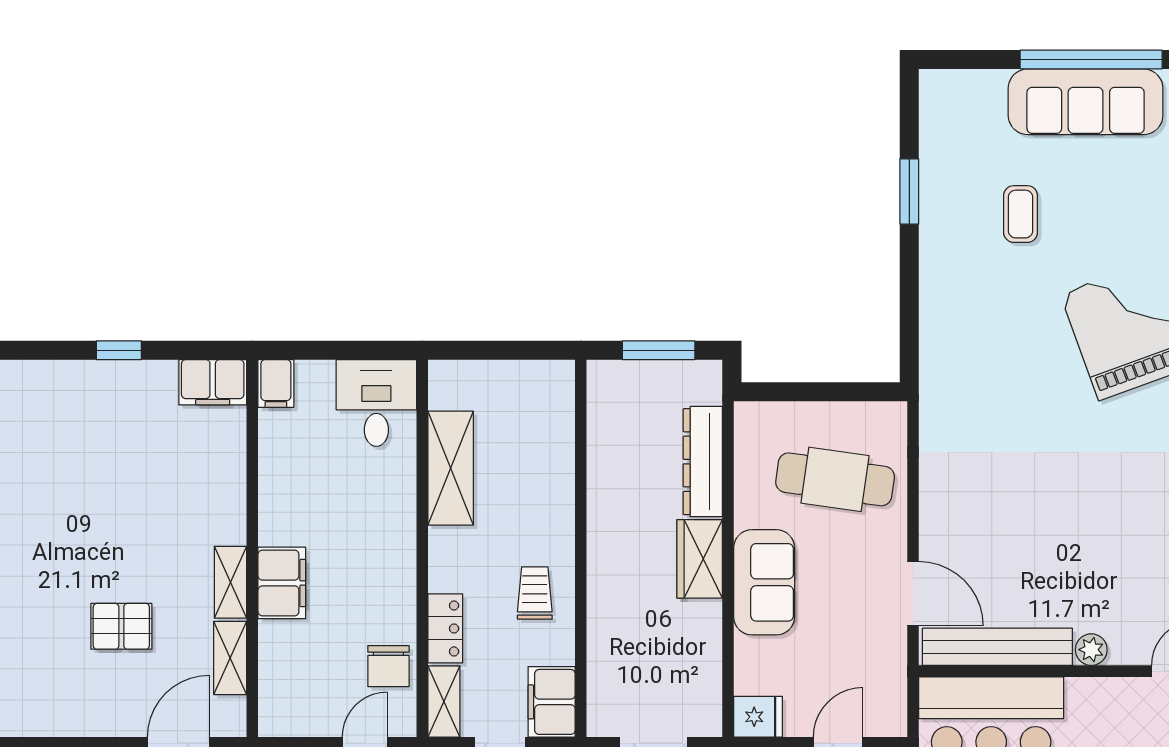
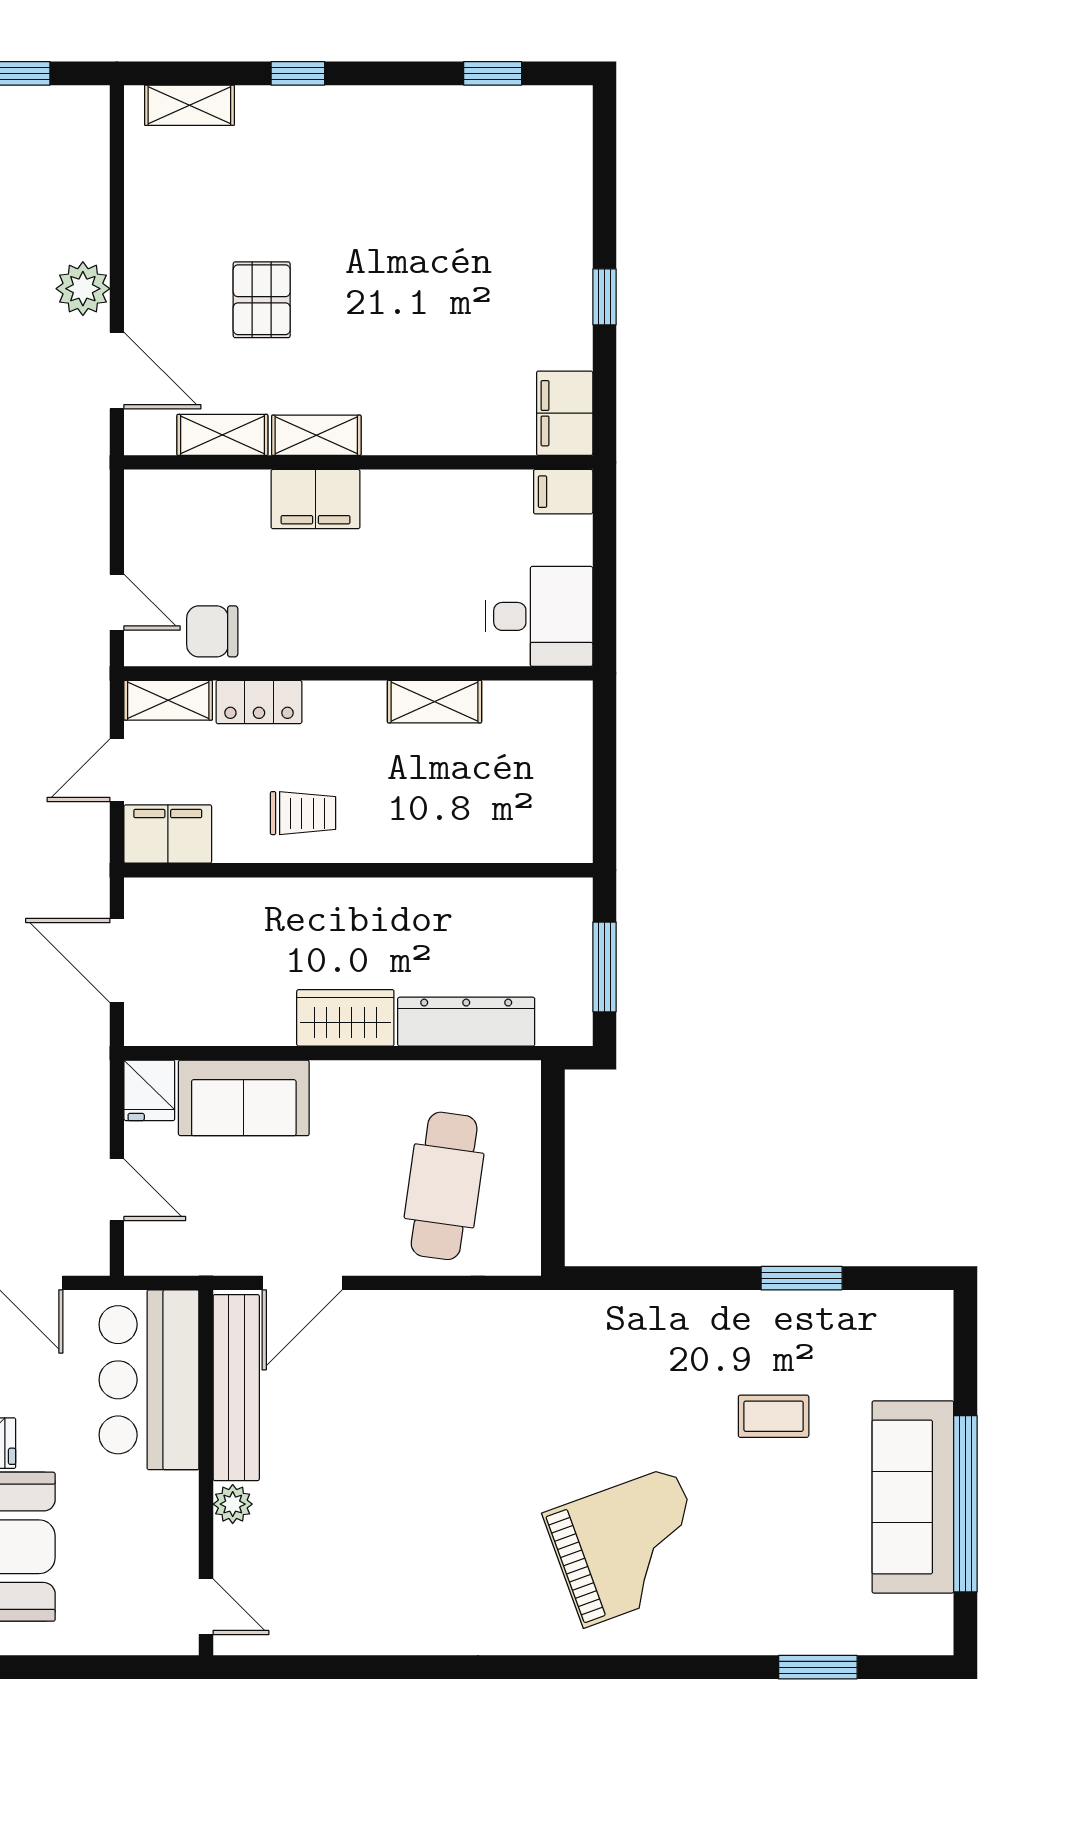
shelving: (451, 468) -> (435, 702), width x0.67, depth x0.75
sofa: (764, 582) -> (244, 1098), moved

